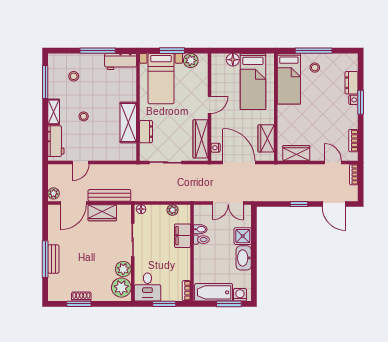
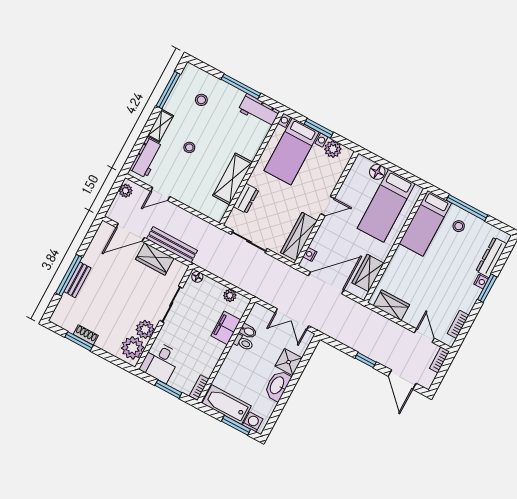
dresser: (352, 83) -> (491, 257), width x1.44
door: (239, 162) -> (326, 283), hinge flipped
plant: (54, 193) -> (126, 191), moved

